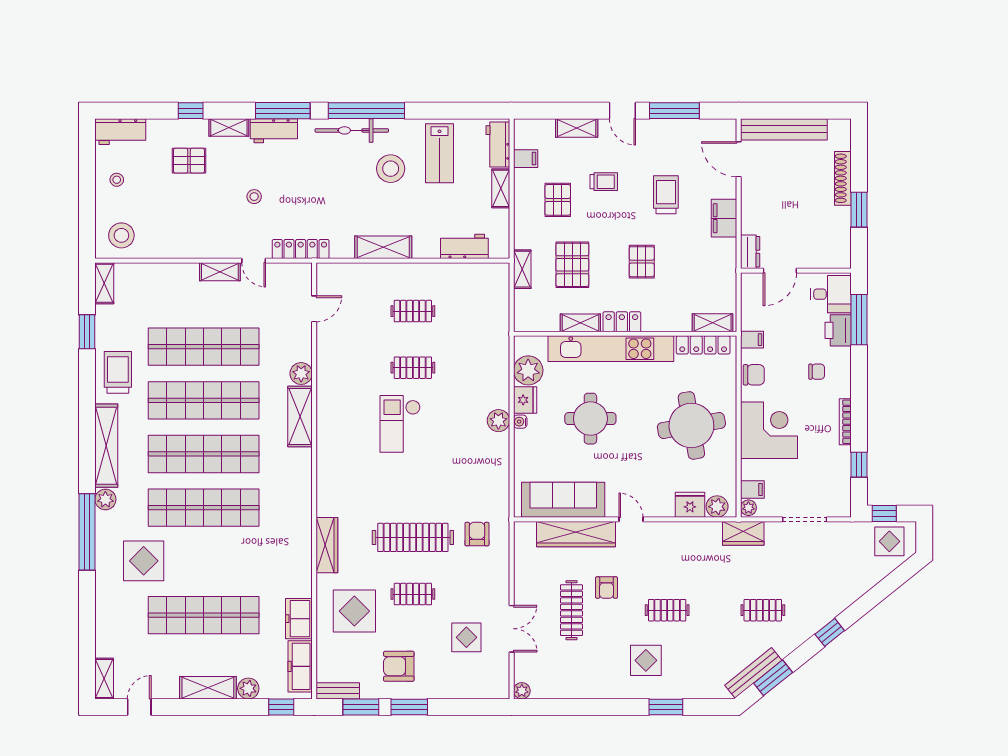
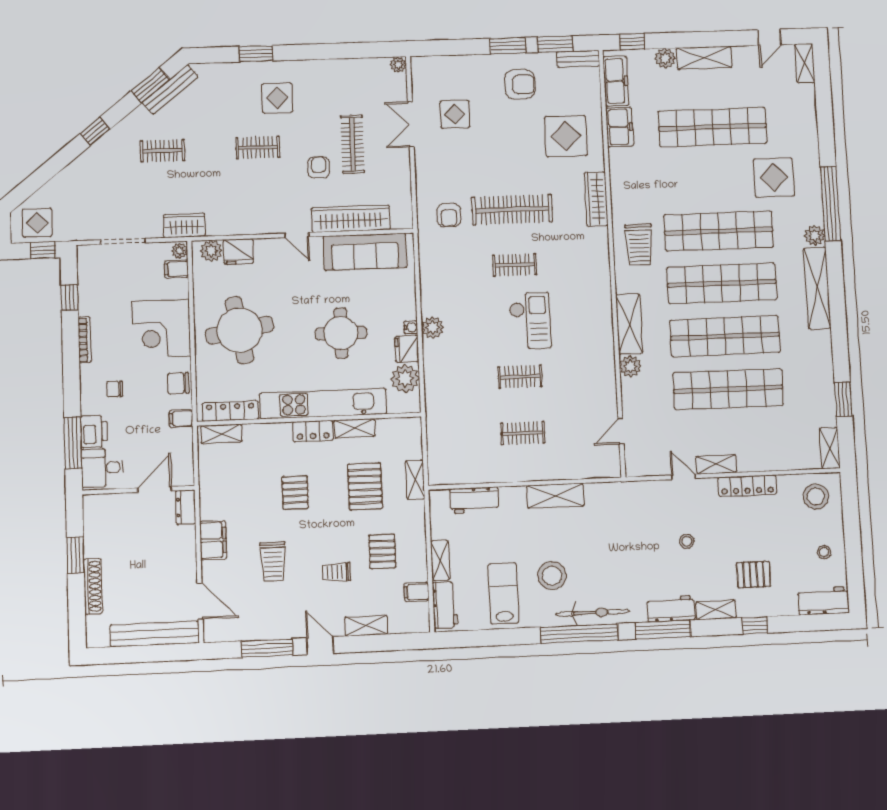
locker: (301, 249) -> (747, 486), moved
trolley: (118, 372) -> (639, 245), moved
clothes rail: (413, 594) -> (515, 265), moved

